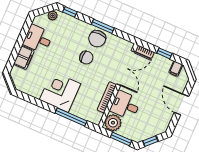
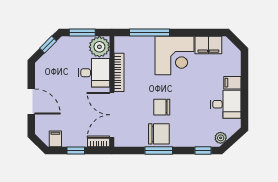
chair: (97, 39) -> (159, 134), turned 90
filing cabinet: (24, 57) -> (232, 83), width x0.50
filing cabinet: (31, 89) -> (208, 45), added

